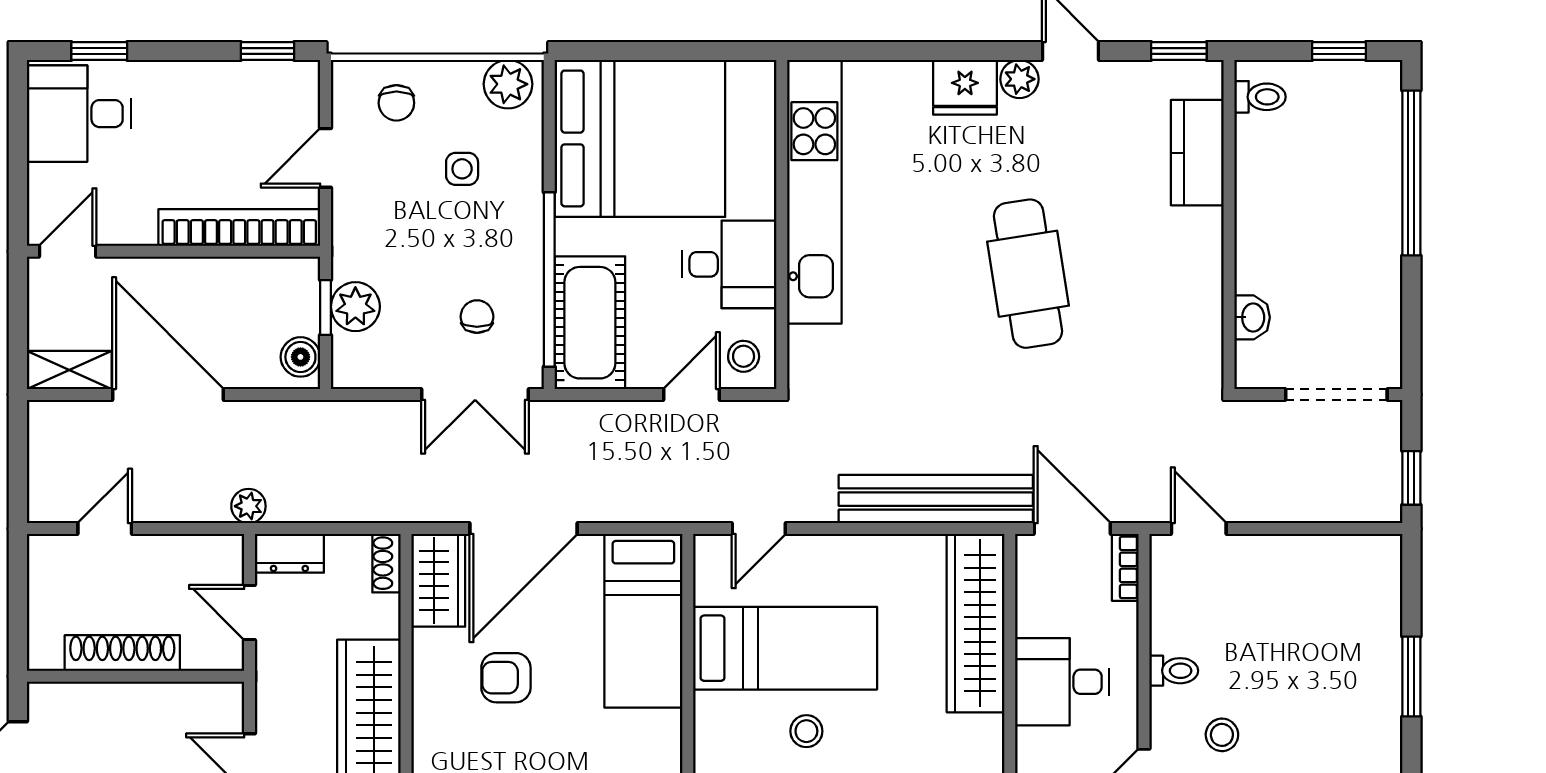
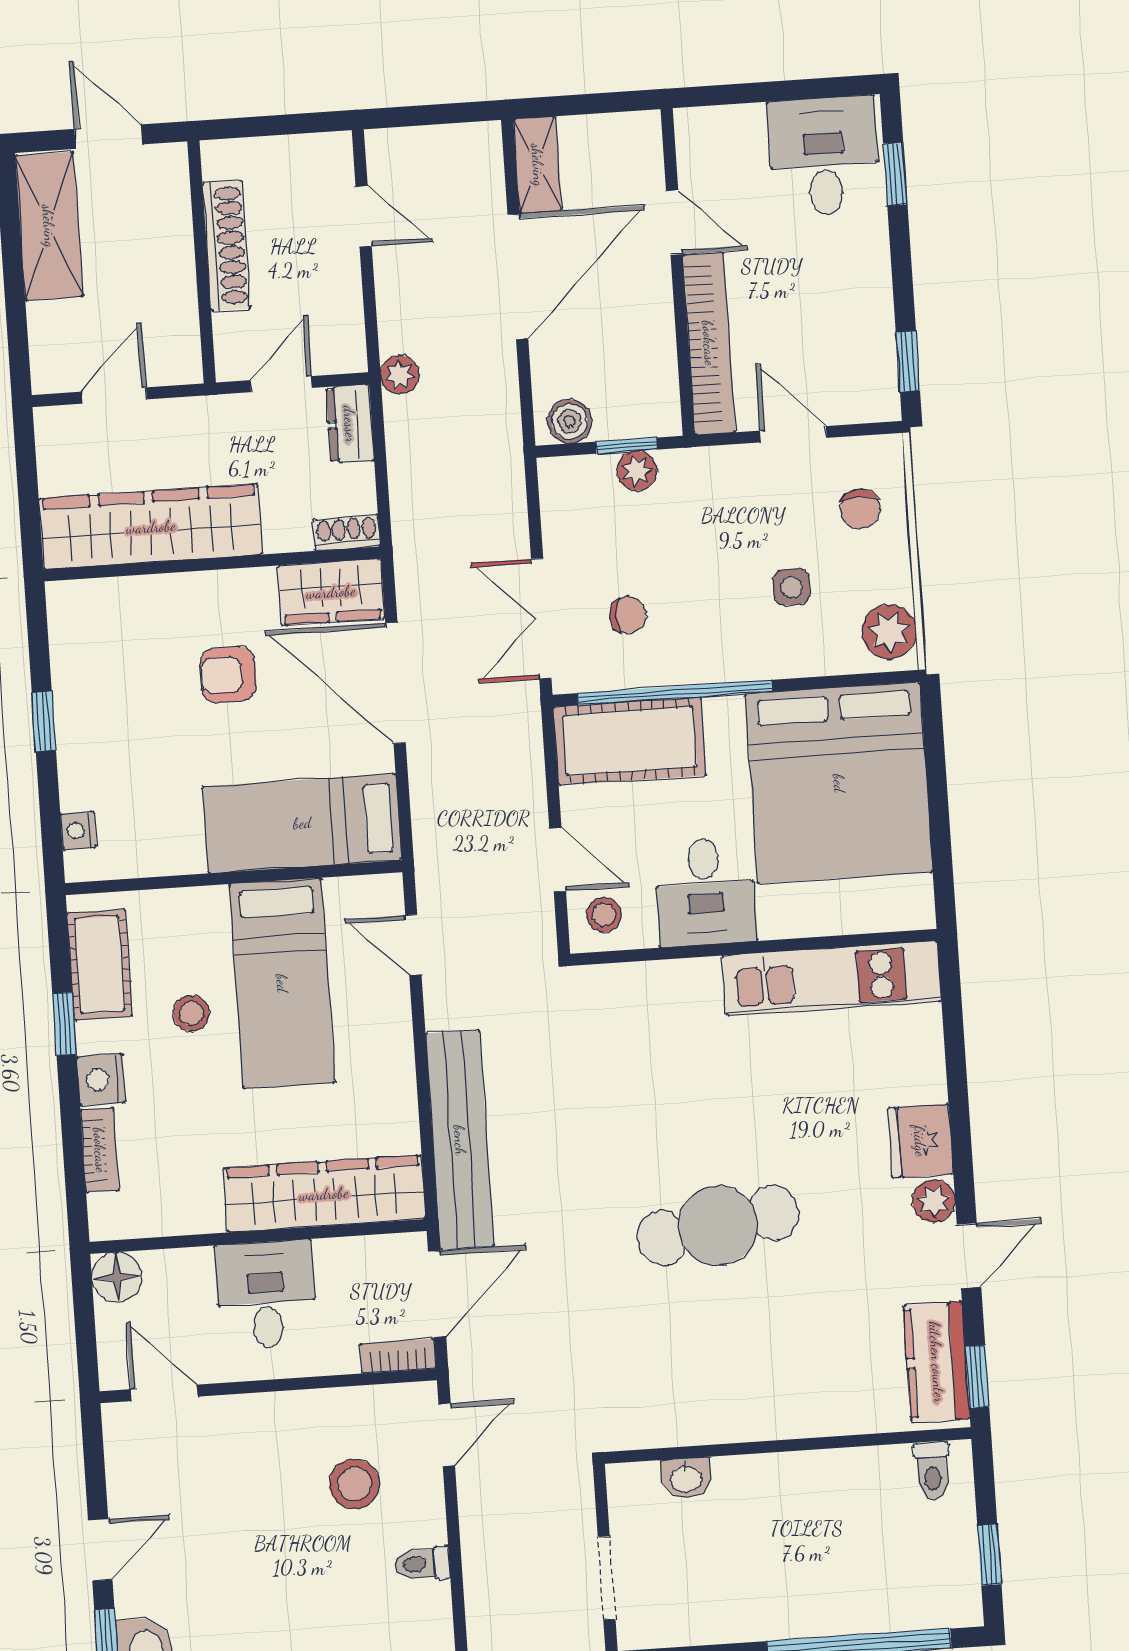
chair: (396, 103) -> (860, 509), turned -90
kitchen counter: (1197, 153) -> (937, 1362), moved, turned -90
kitchen unit: (814, 192) -> (832, 979), width x0.73
door: (68, 251) -> (674, 222), moved
plant: (355, 307) -> (637, 471), width x0.73, depth x0.73
doorway: (1336, 394) -> (607, 1578), width x0.73
toilet: (1174, 671) -> (422, 1564), moved, turned 90
armchair: (506, 678) -> (228, 675), turned -90
stool: (1222, 735) -> (354, 1484), moved, width x1.37, depth x1.37

